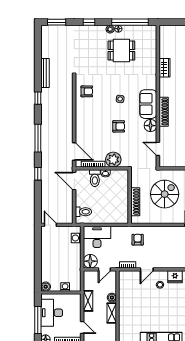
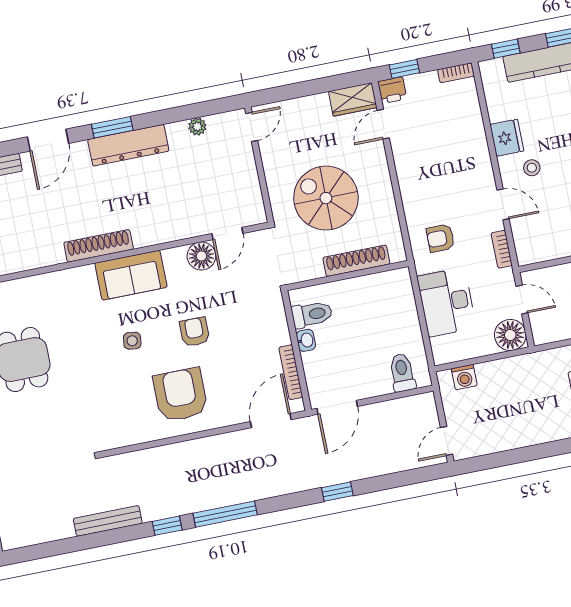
wardrobe: (165, 68) -> (42, 255), removed
armchair: (87, 91) -> (180, 395), moved, width x1.88, depth x1.88
shoe rack: (164, 112) -> (99, 246), moved
floor lamp: (150, 126) -> (201, 256), moved
window: (38, 138) -> (225, 514), moved
plant: (113, 160) -> (271, 329), removed
toilet: (95, 178) -> (312, 314), moved
desk: (97, 237) -> (447, 302), moved

